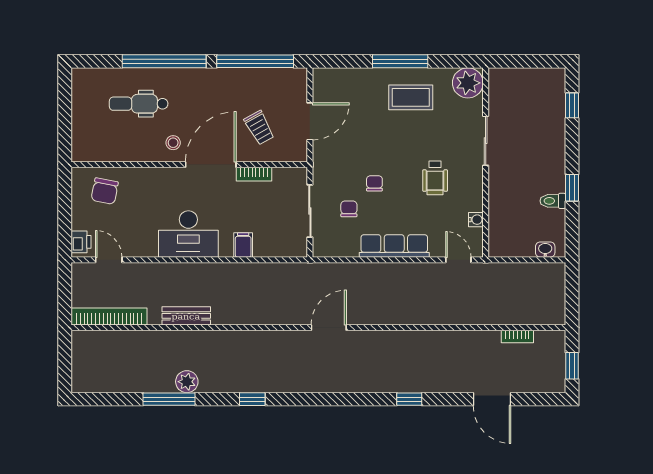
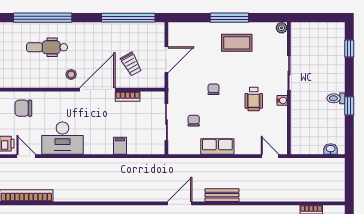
window: (164, 61) -> (43, 18), moved
plant: (468, 83) -> (282, 28), width x0.53, depth x0.53
chair: (374, 183) -> (214, 89), moved
chair: (105, 191) -> (23, 108), turned 79
toilet: (553, 201) -> (336, 98), moved
water cooler: (476, 220) -> (282, 100), moved
desk: (188, 234) -> (62, 138), moved
row of seats: (394, 246) -> (217, 146), width x0.68
bench: (186, 316) -> (222, 195), moved

